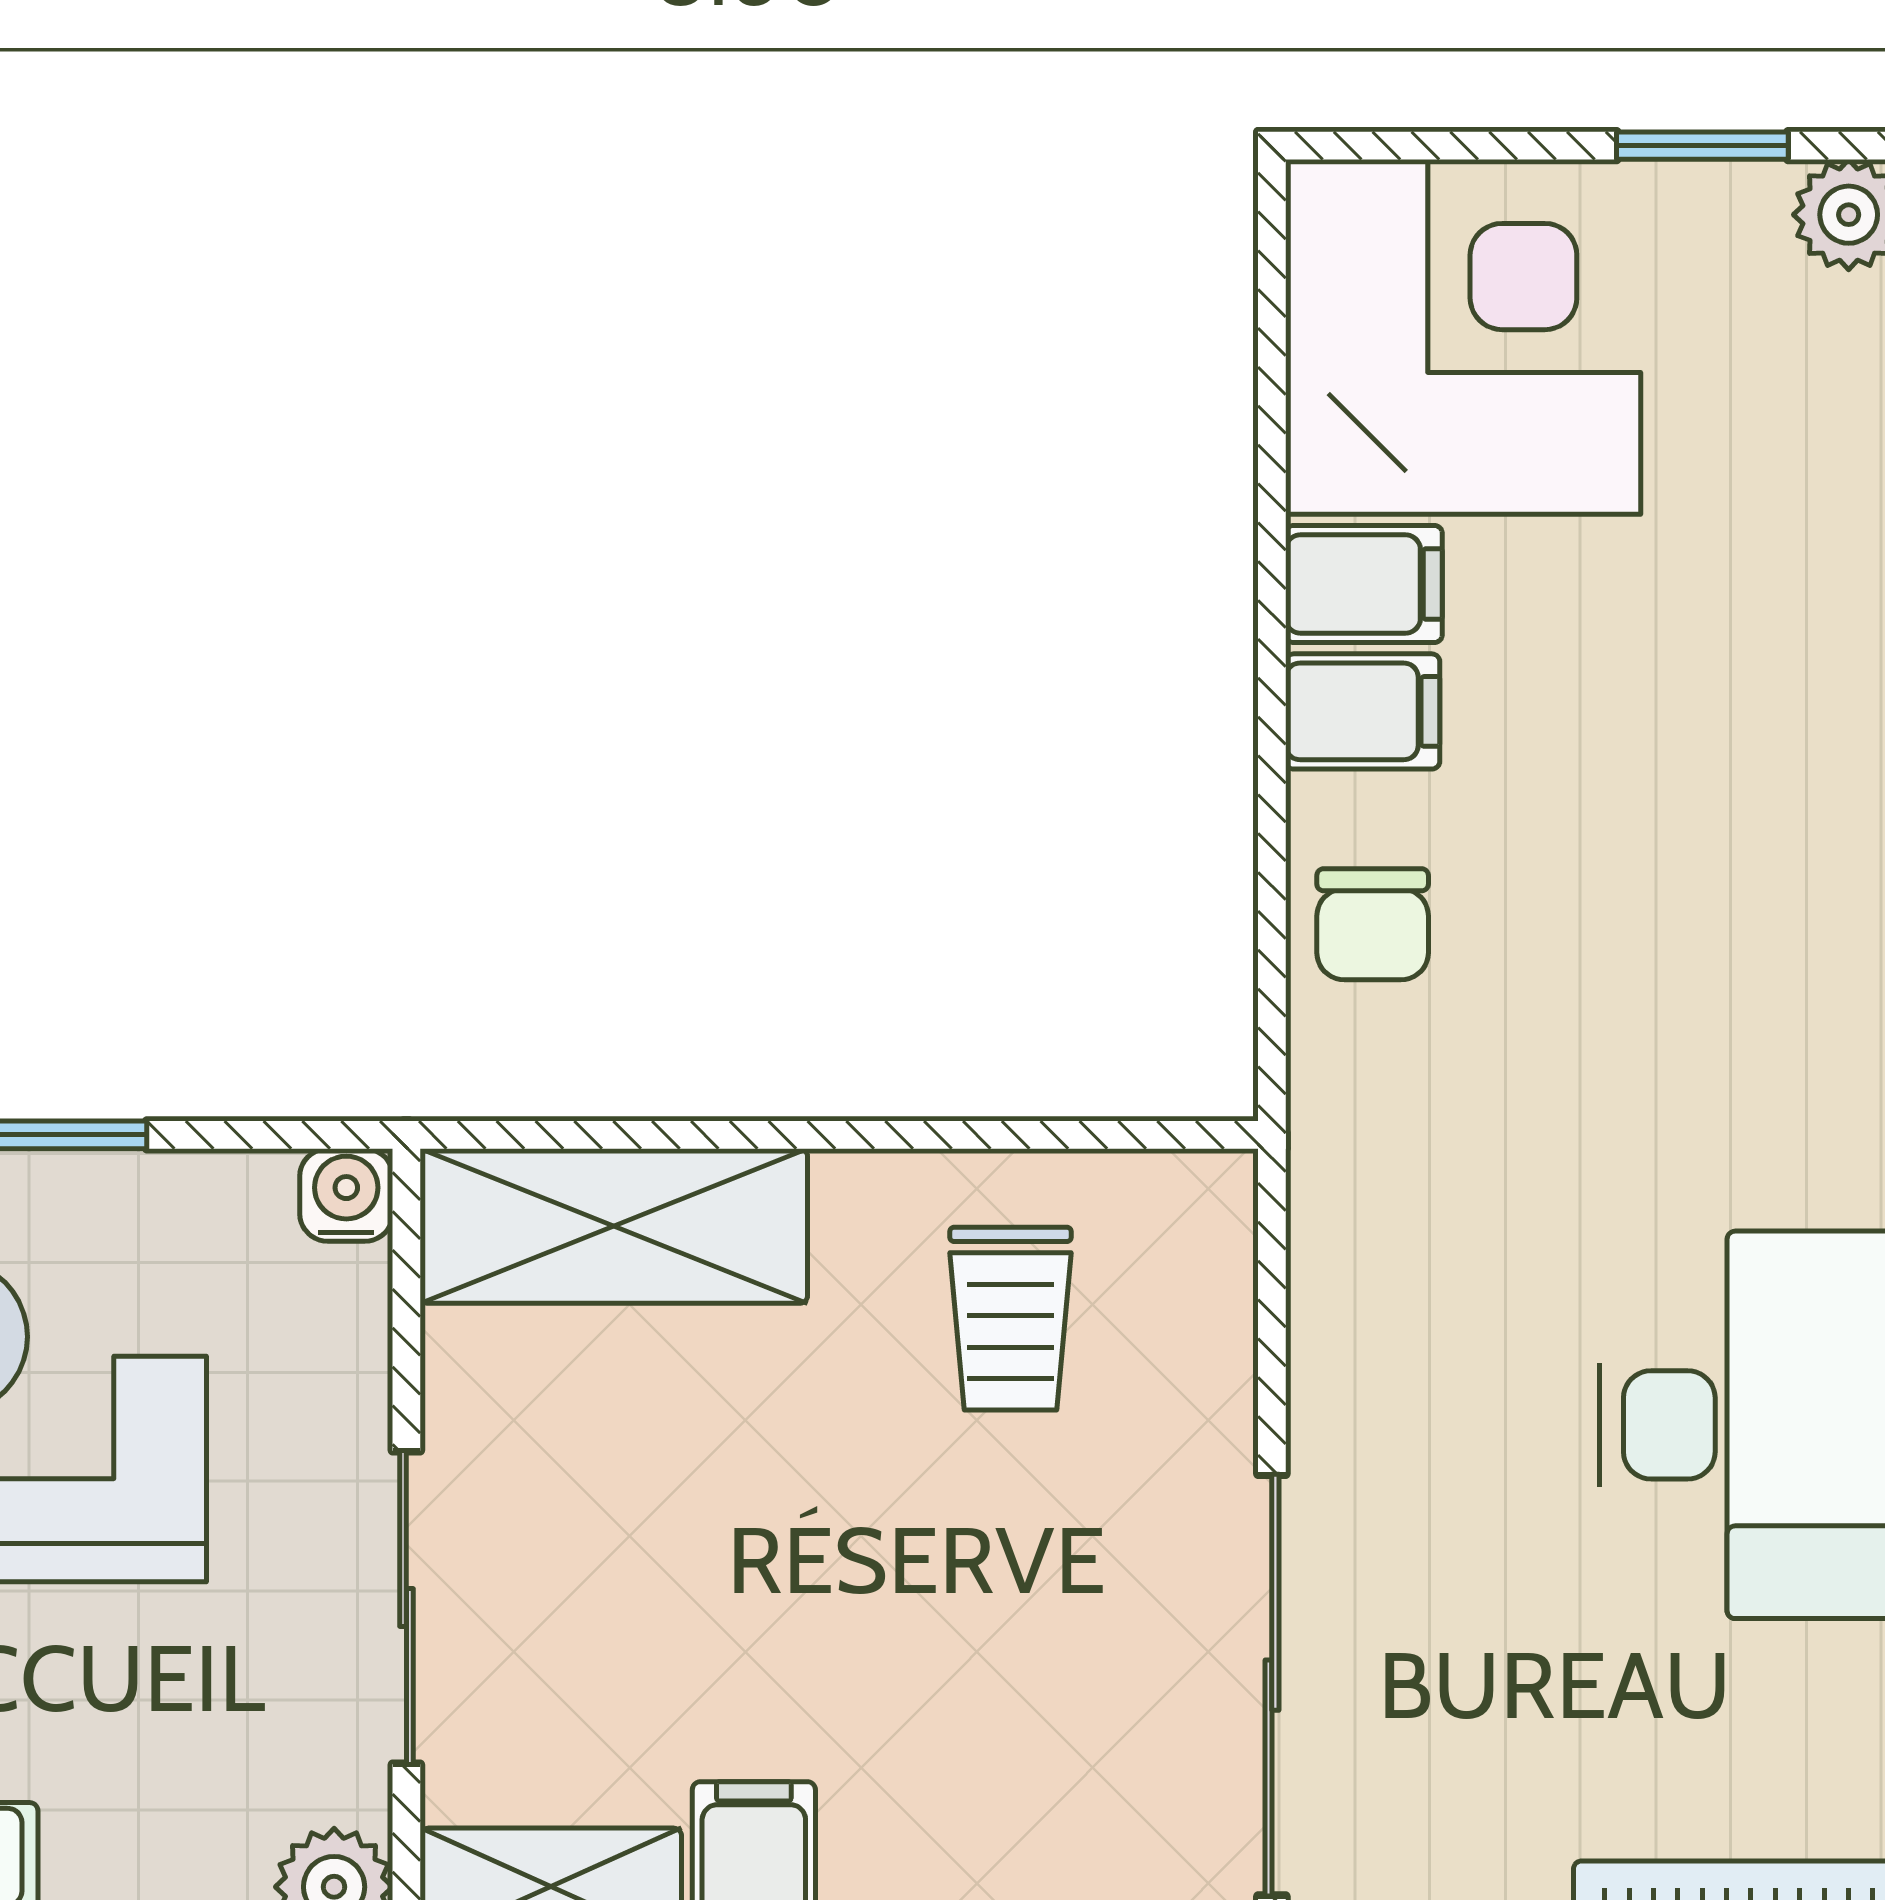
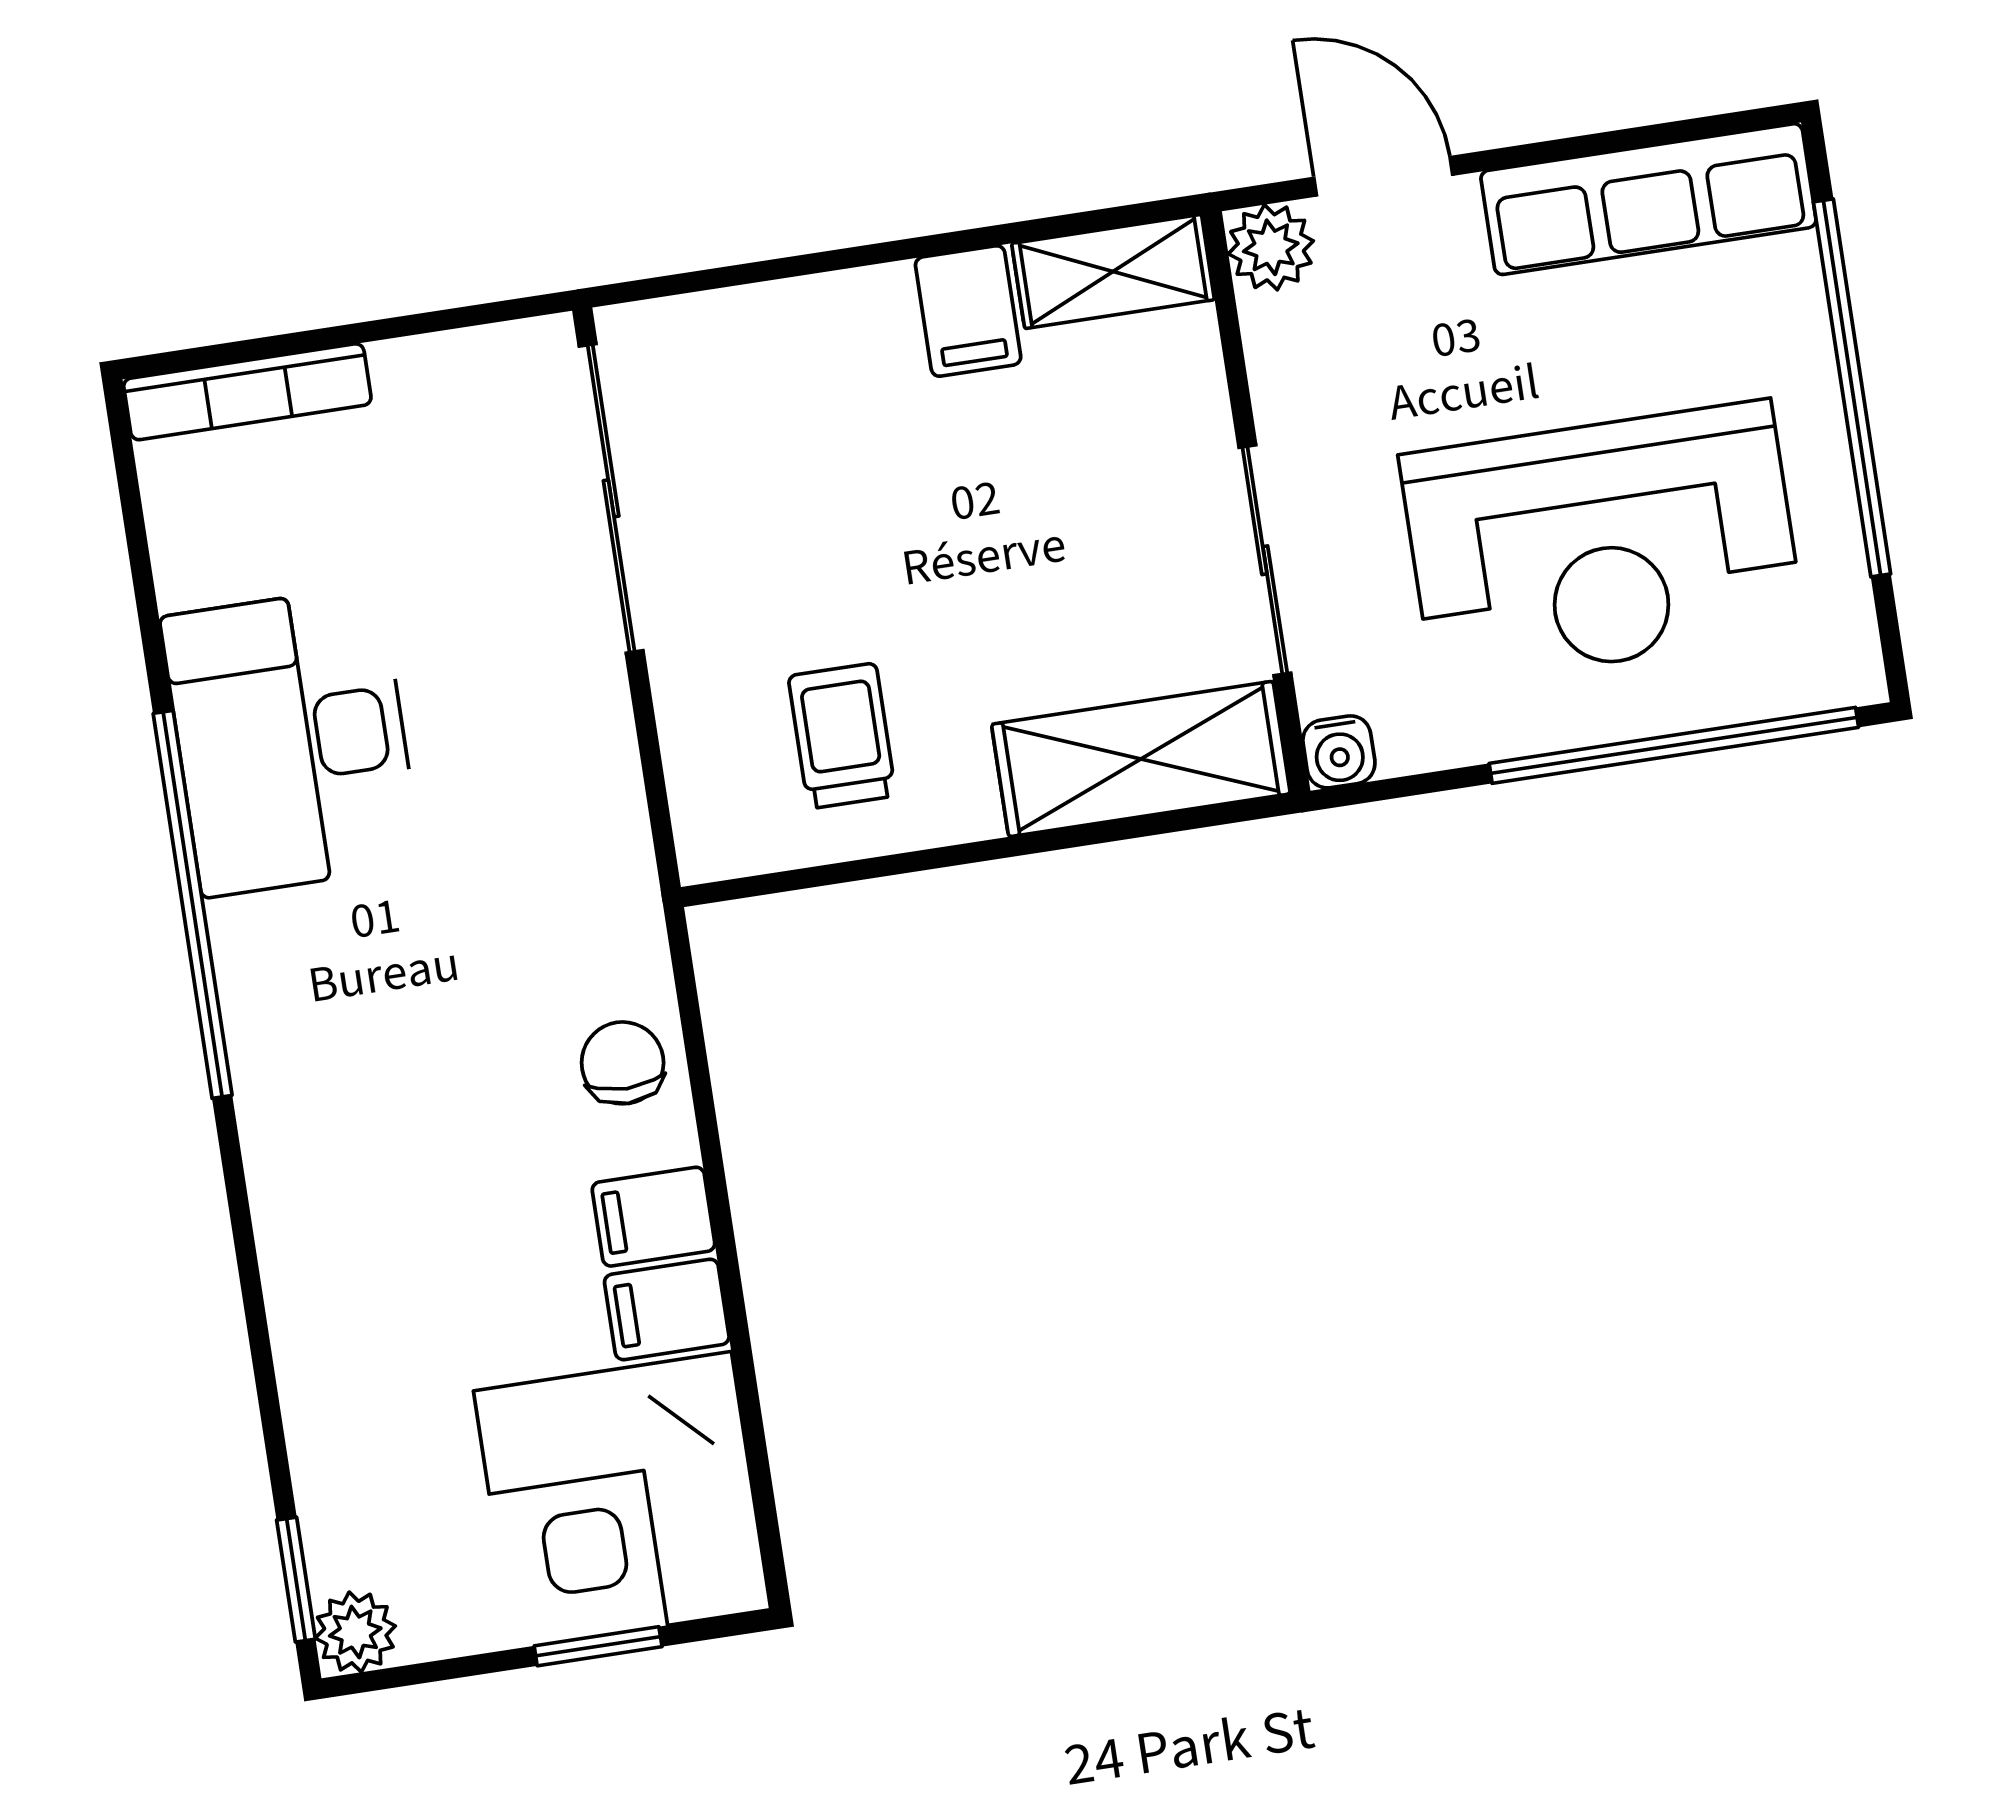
window: (1702, 146) -> (598, 1646), moved
sliding door: (406, 1607) -> (1265, 560), moved

